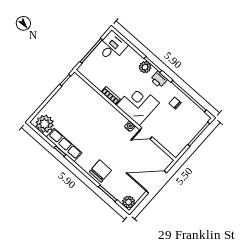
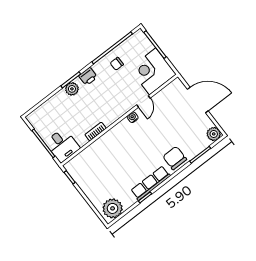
desk: (112, 47) -> (62, 145), moved, turned 180
corner desk: (138, 104) -> (153, 71), moved
row of seats: (64, 145) -> (151, 183), moved
door: (156, 182) -> (198, 100), swing flipped

